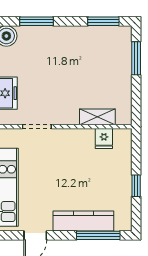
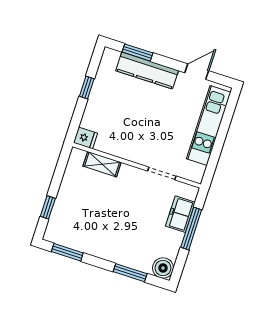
window: (136, 58) -> (48, 207), width x0.67
fridge: (104, 138) -> (85, 138), moved, turned 90
window: (98, 235) -> (138, 52), width x0.69

